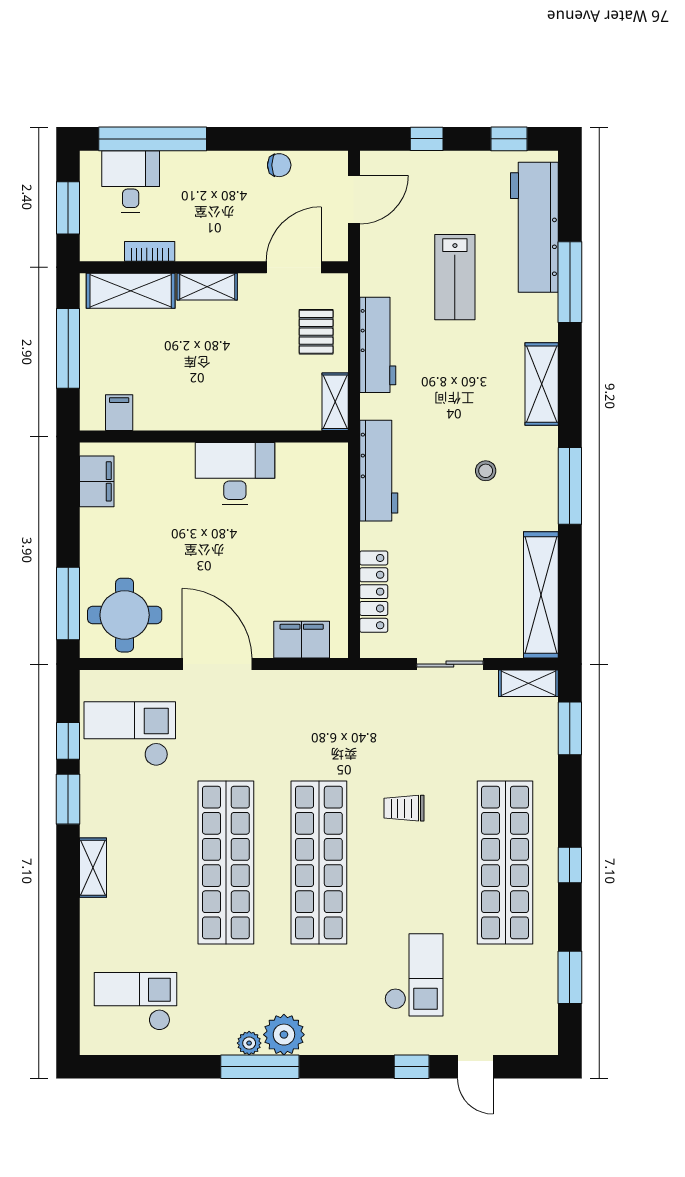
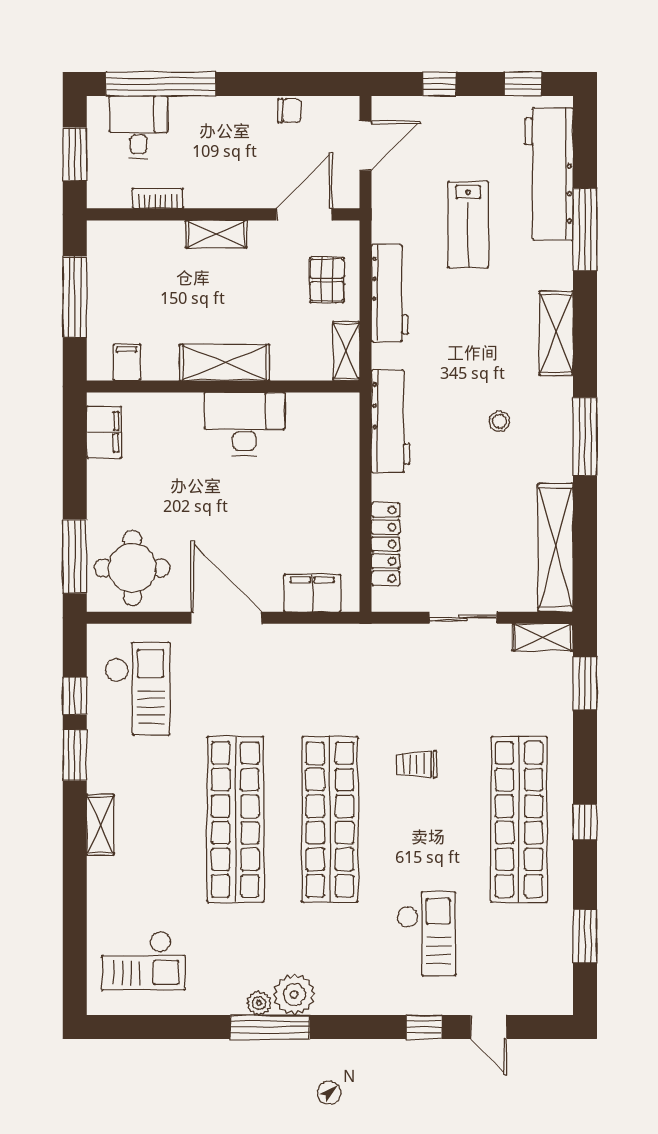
shelving: (131, 291) -> (224, 363), moved
checkout: (130, 734) -> (138, 689), turned 90
checkout: (136, 1001) -> (143, 961), turned 180

